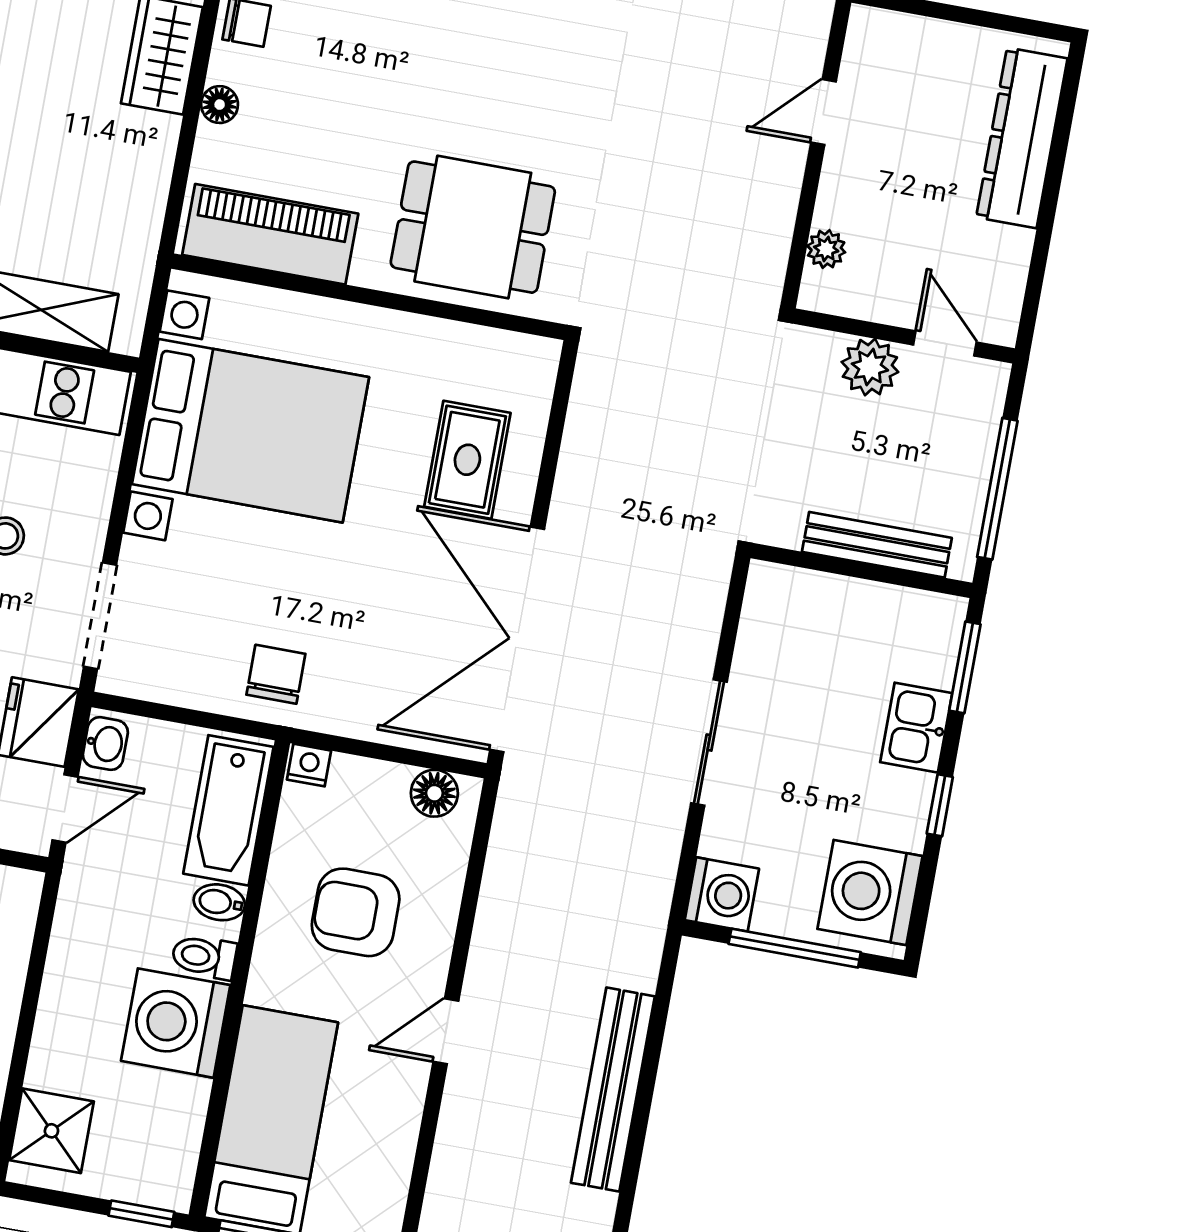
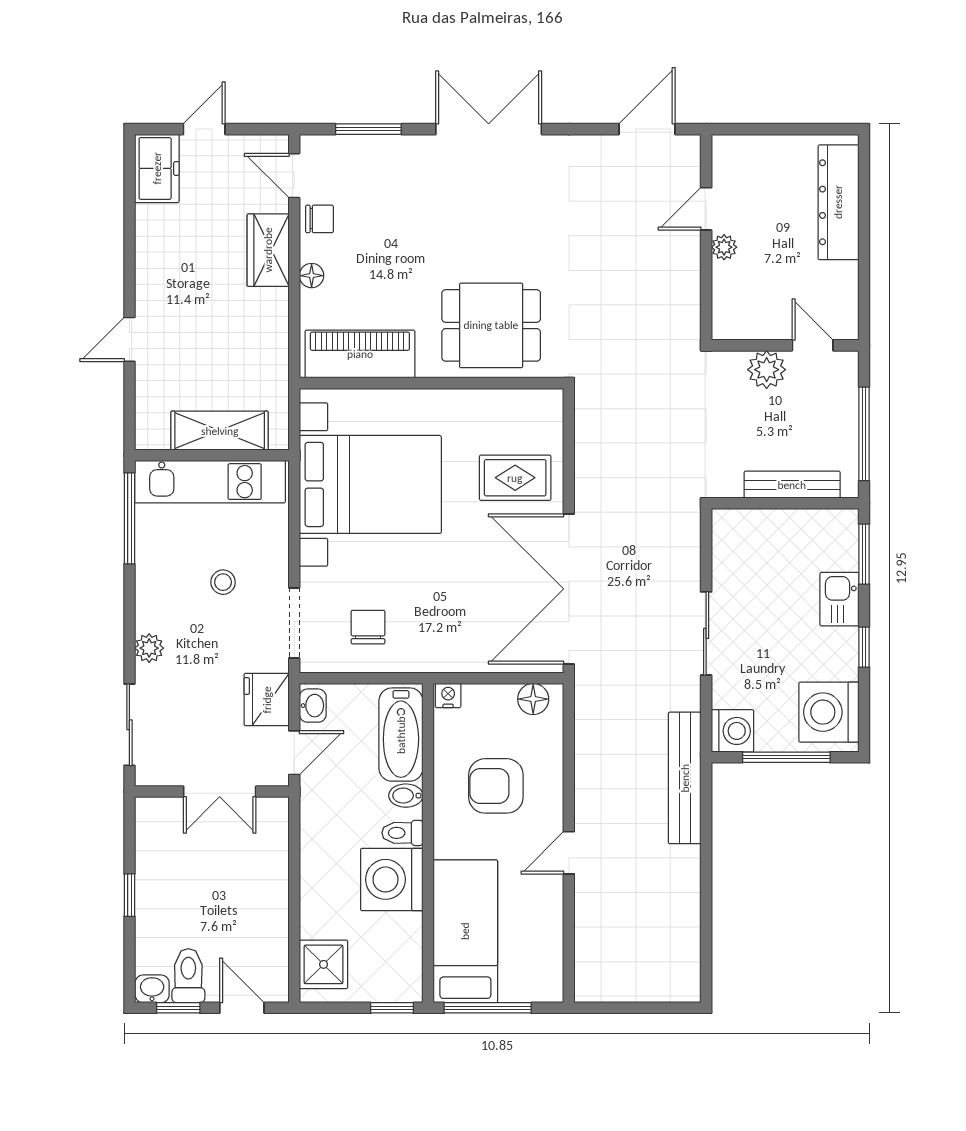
plant: (826, 249) -> (724, 247), moved
rug: (467, 460) -> (515, 478), turned 90
chair: (276, 674) -> (368, 627), moved
bench: (613, 1090) -> (685, 778), moved

